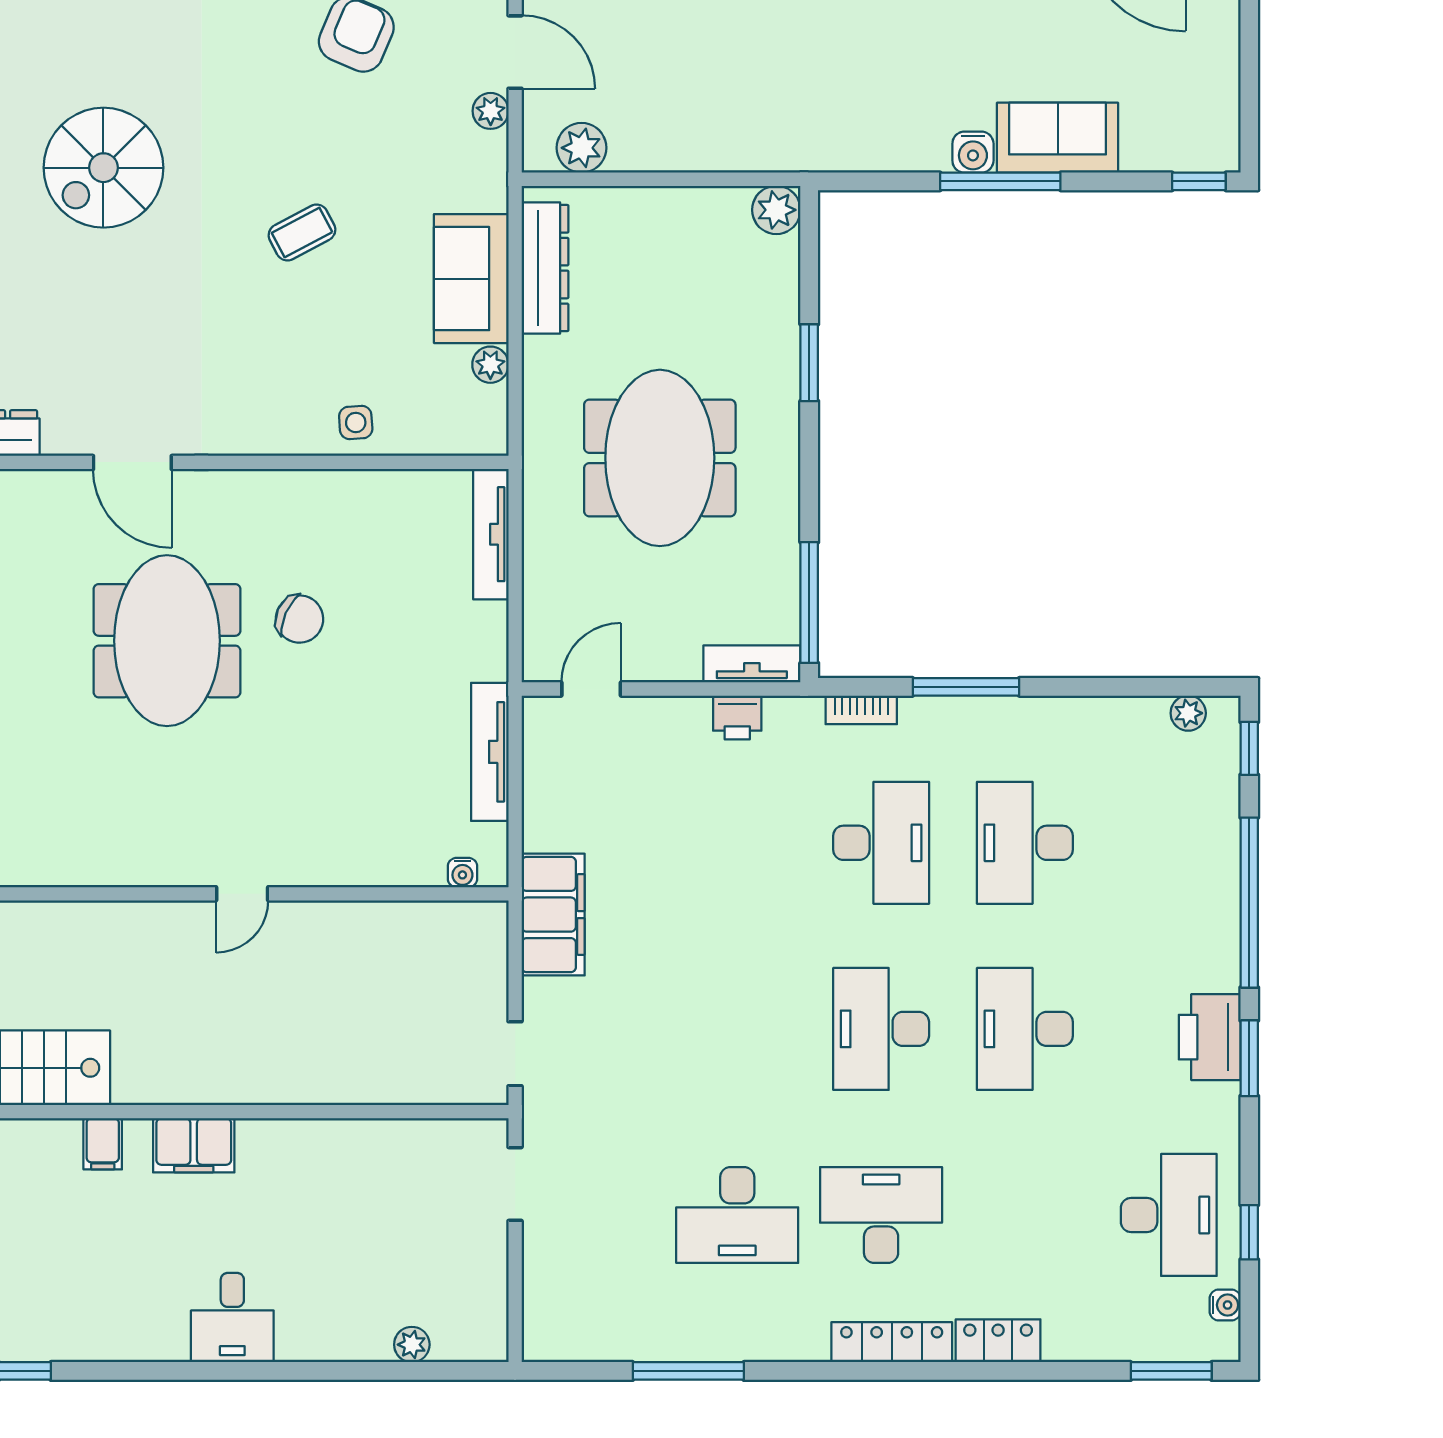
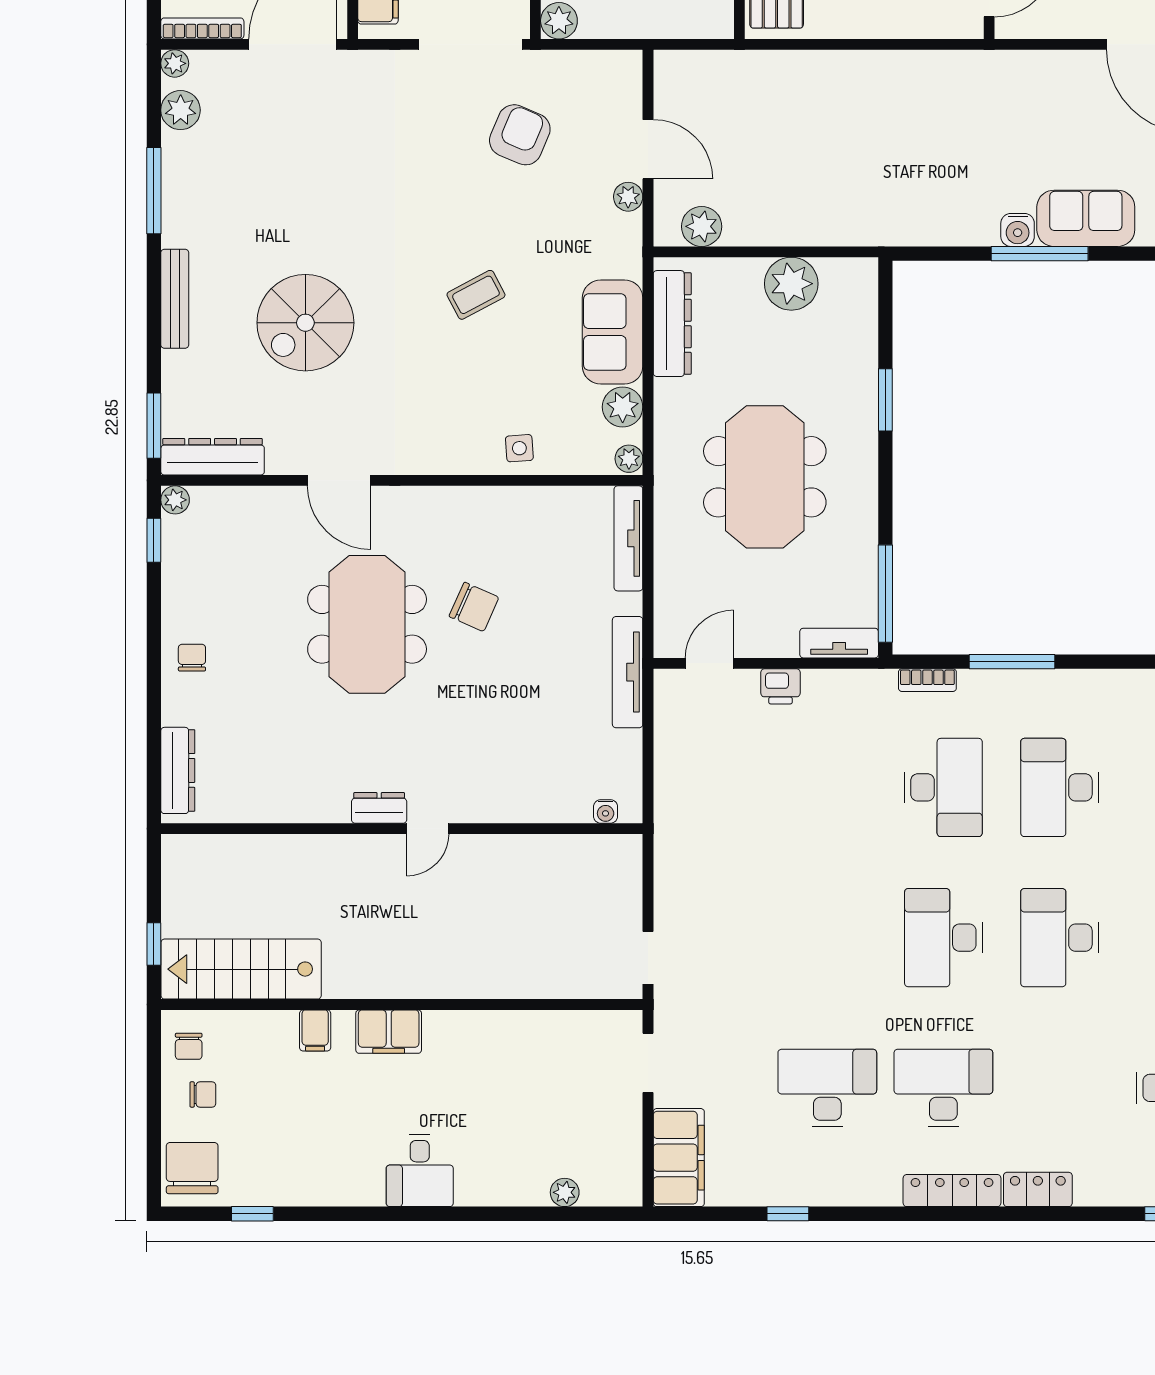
spiral stairs: (103, 168) -> (305, 323), moved
plant: (776, 210) -> (791, 284), moved, width x1.36, depth x1.36
plant: (490, 365) -> (623, 407), width x1.38, depth x1.38
plant: (491, 435) -> (629, 459), added
printer: (737, 718) -> (780, 686), moved
tv unit: (490, 752) -> (628, 672), moved
dresser: (182, 868) -> (379, 808), added
filing cabinet: (553, 915) -> (679, 1158), moved
desk: (737, 1215) -> (827, 1088), turned 180
window: (688, 1371) -> (788, 1214), width x0.46

